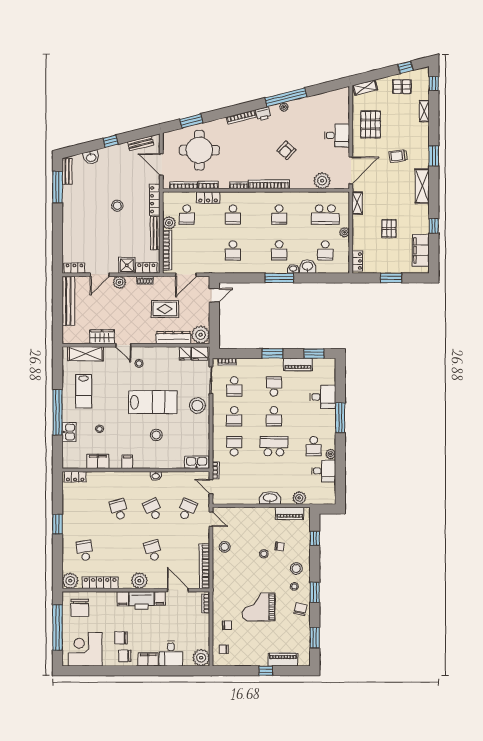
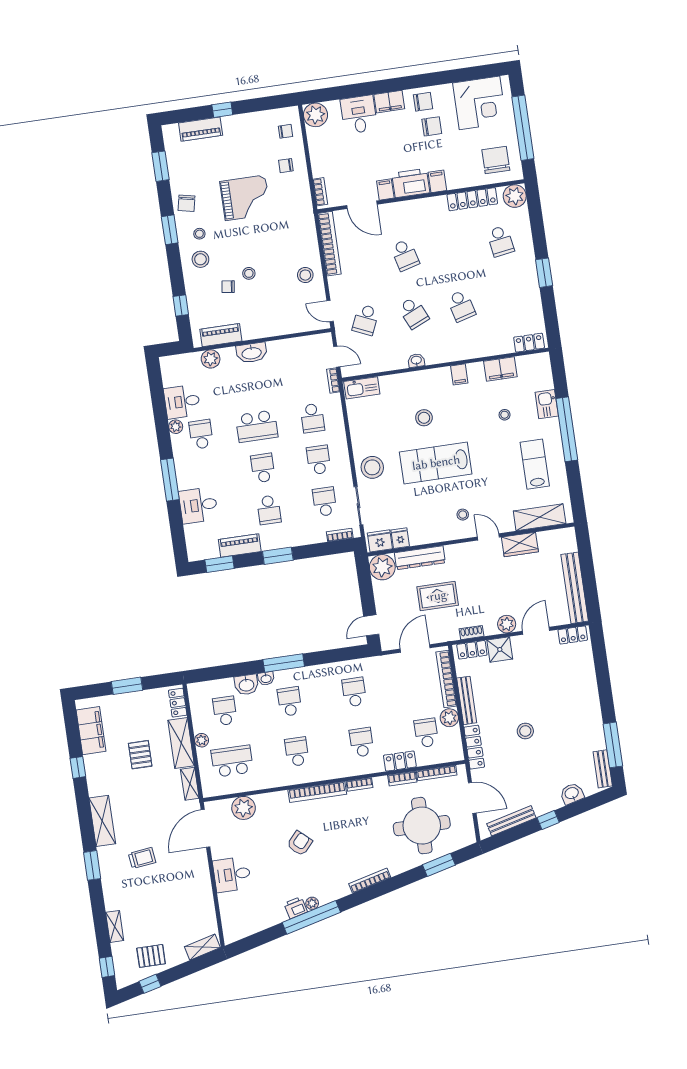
printer: (263, 114) -> (296, 908), moved
pallet: (371, 124) -> (187, 897), removed
bench: (141, 143) -> (511, 821), width x1.36
shelving: (359, 232) -> (181, 743), added
plant: (139, 581) -> (418, 210), removed

